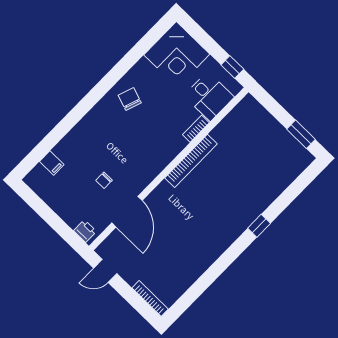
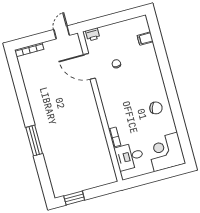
window: (232, 67) -> (139, 181), removed
bookcase: (191, 161) -> (97, 123), removed
window: (259, 226) -> (34, 141), width x2.17

